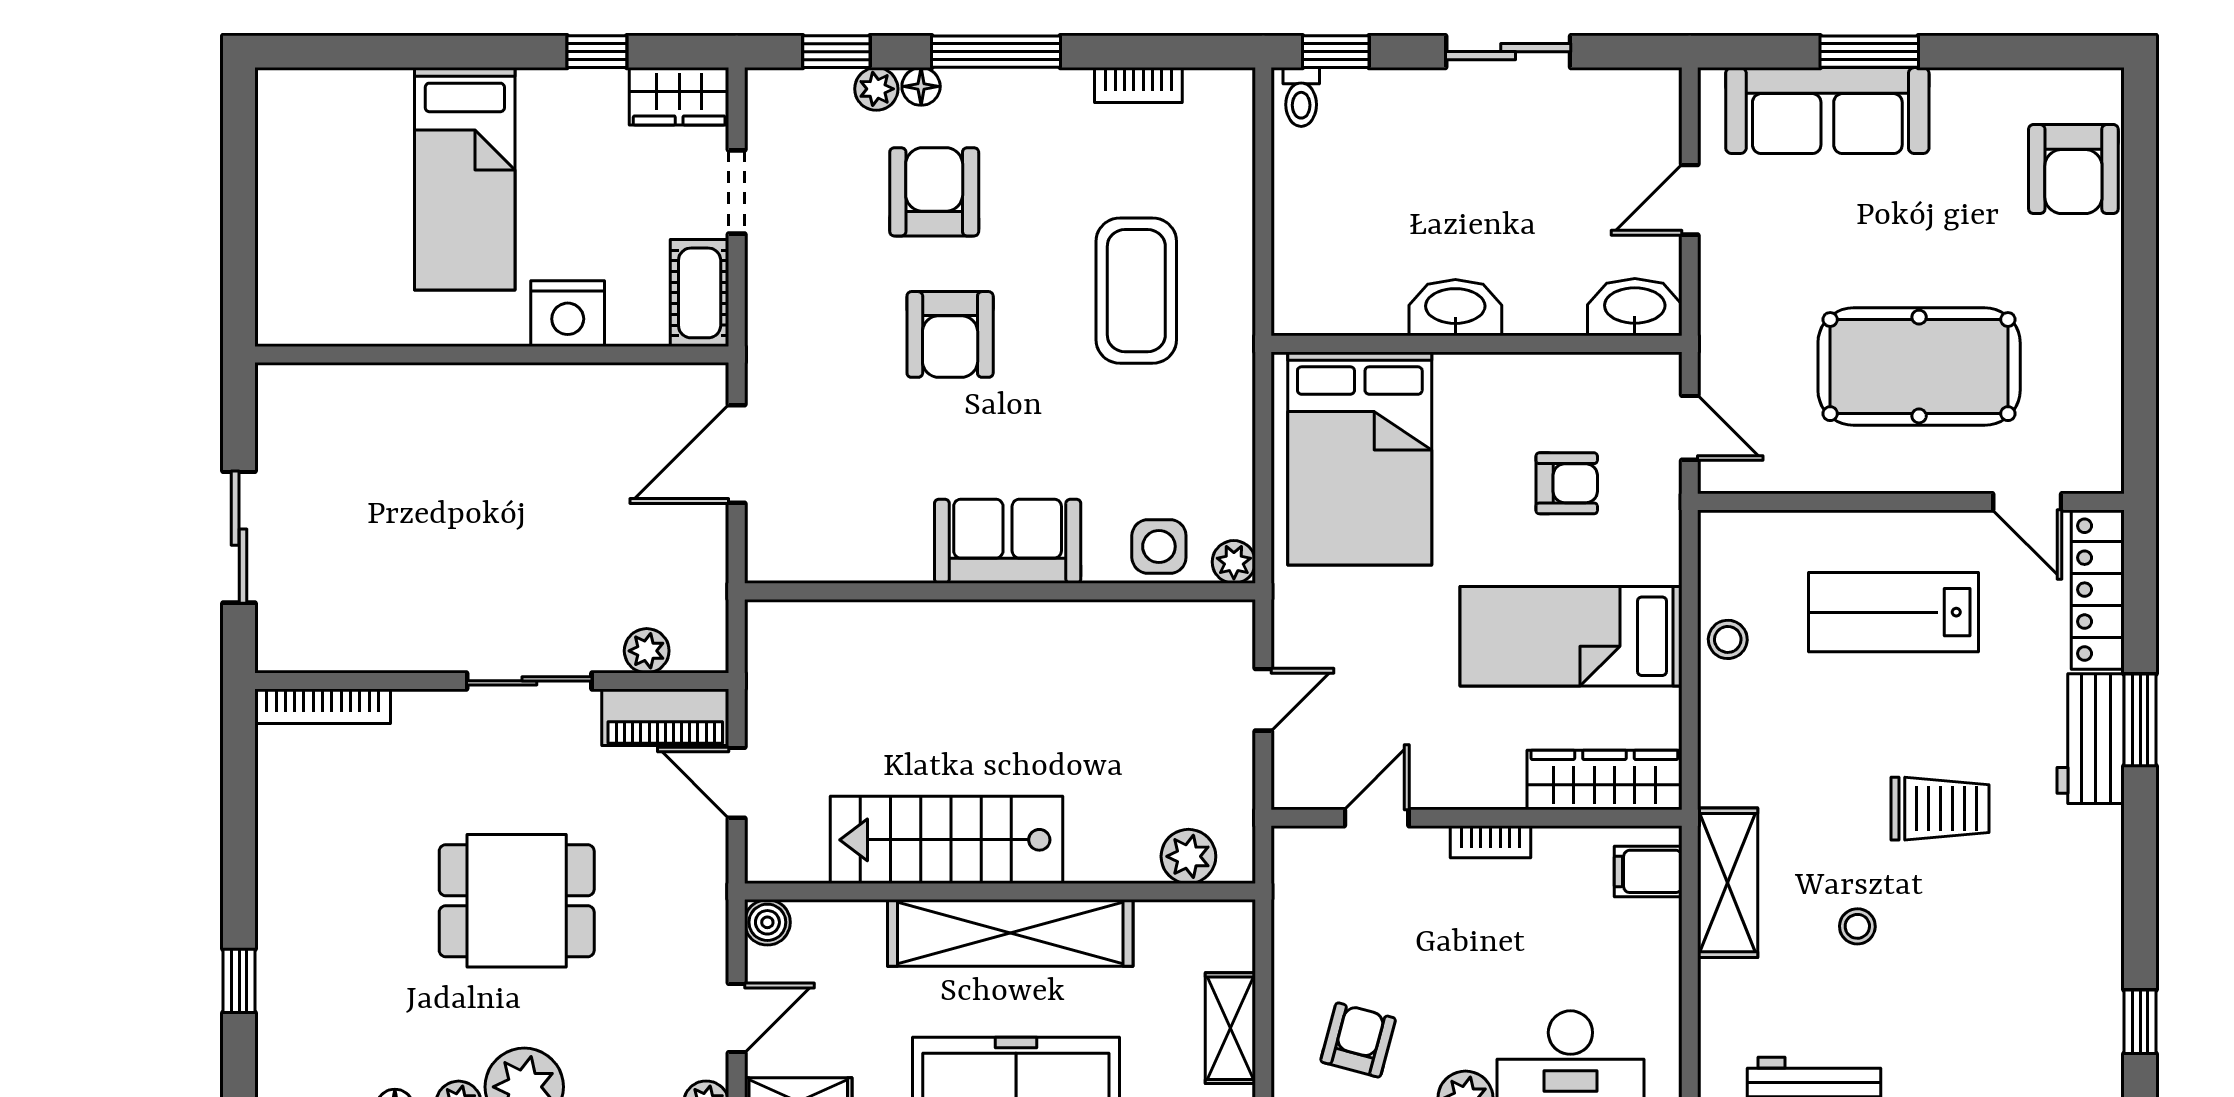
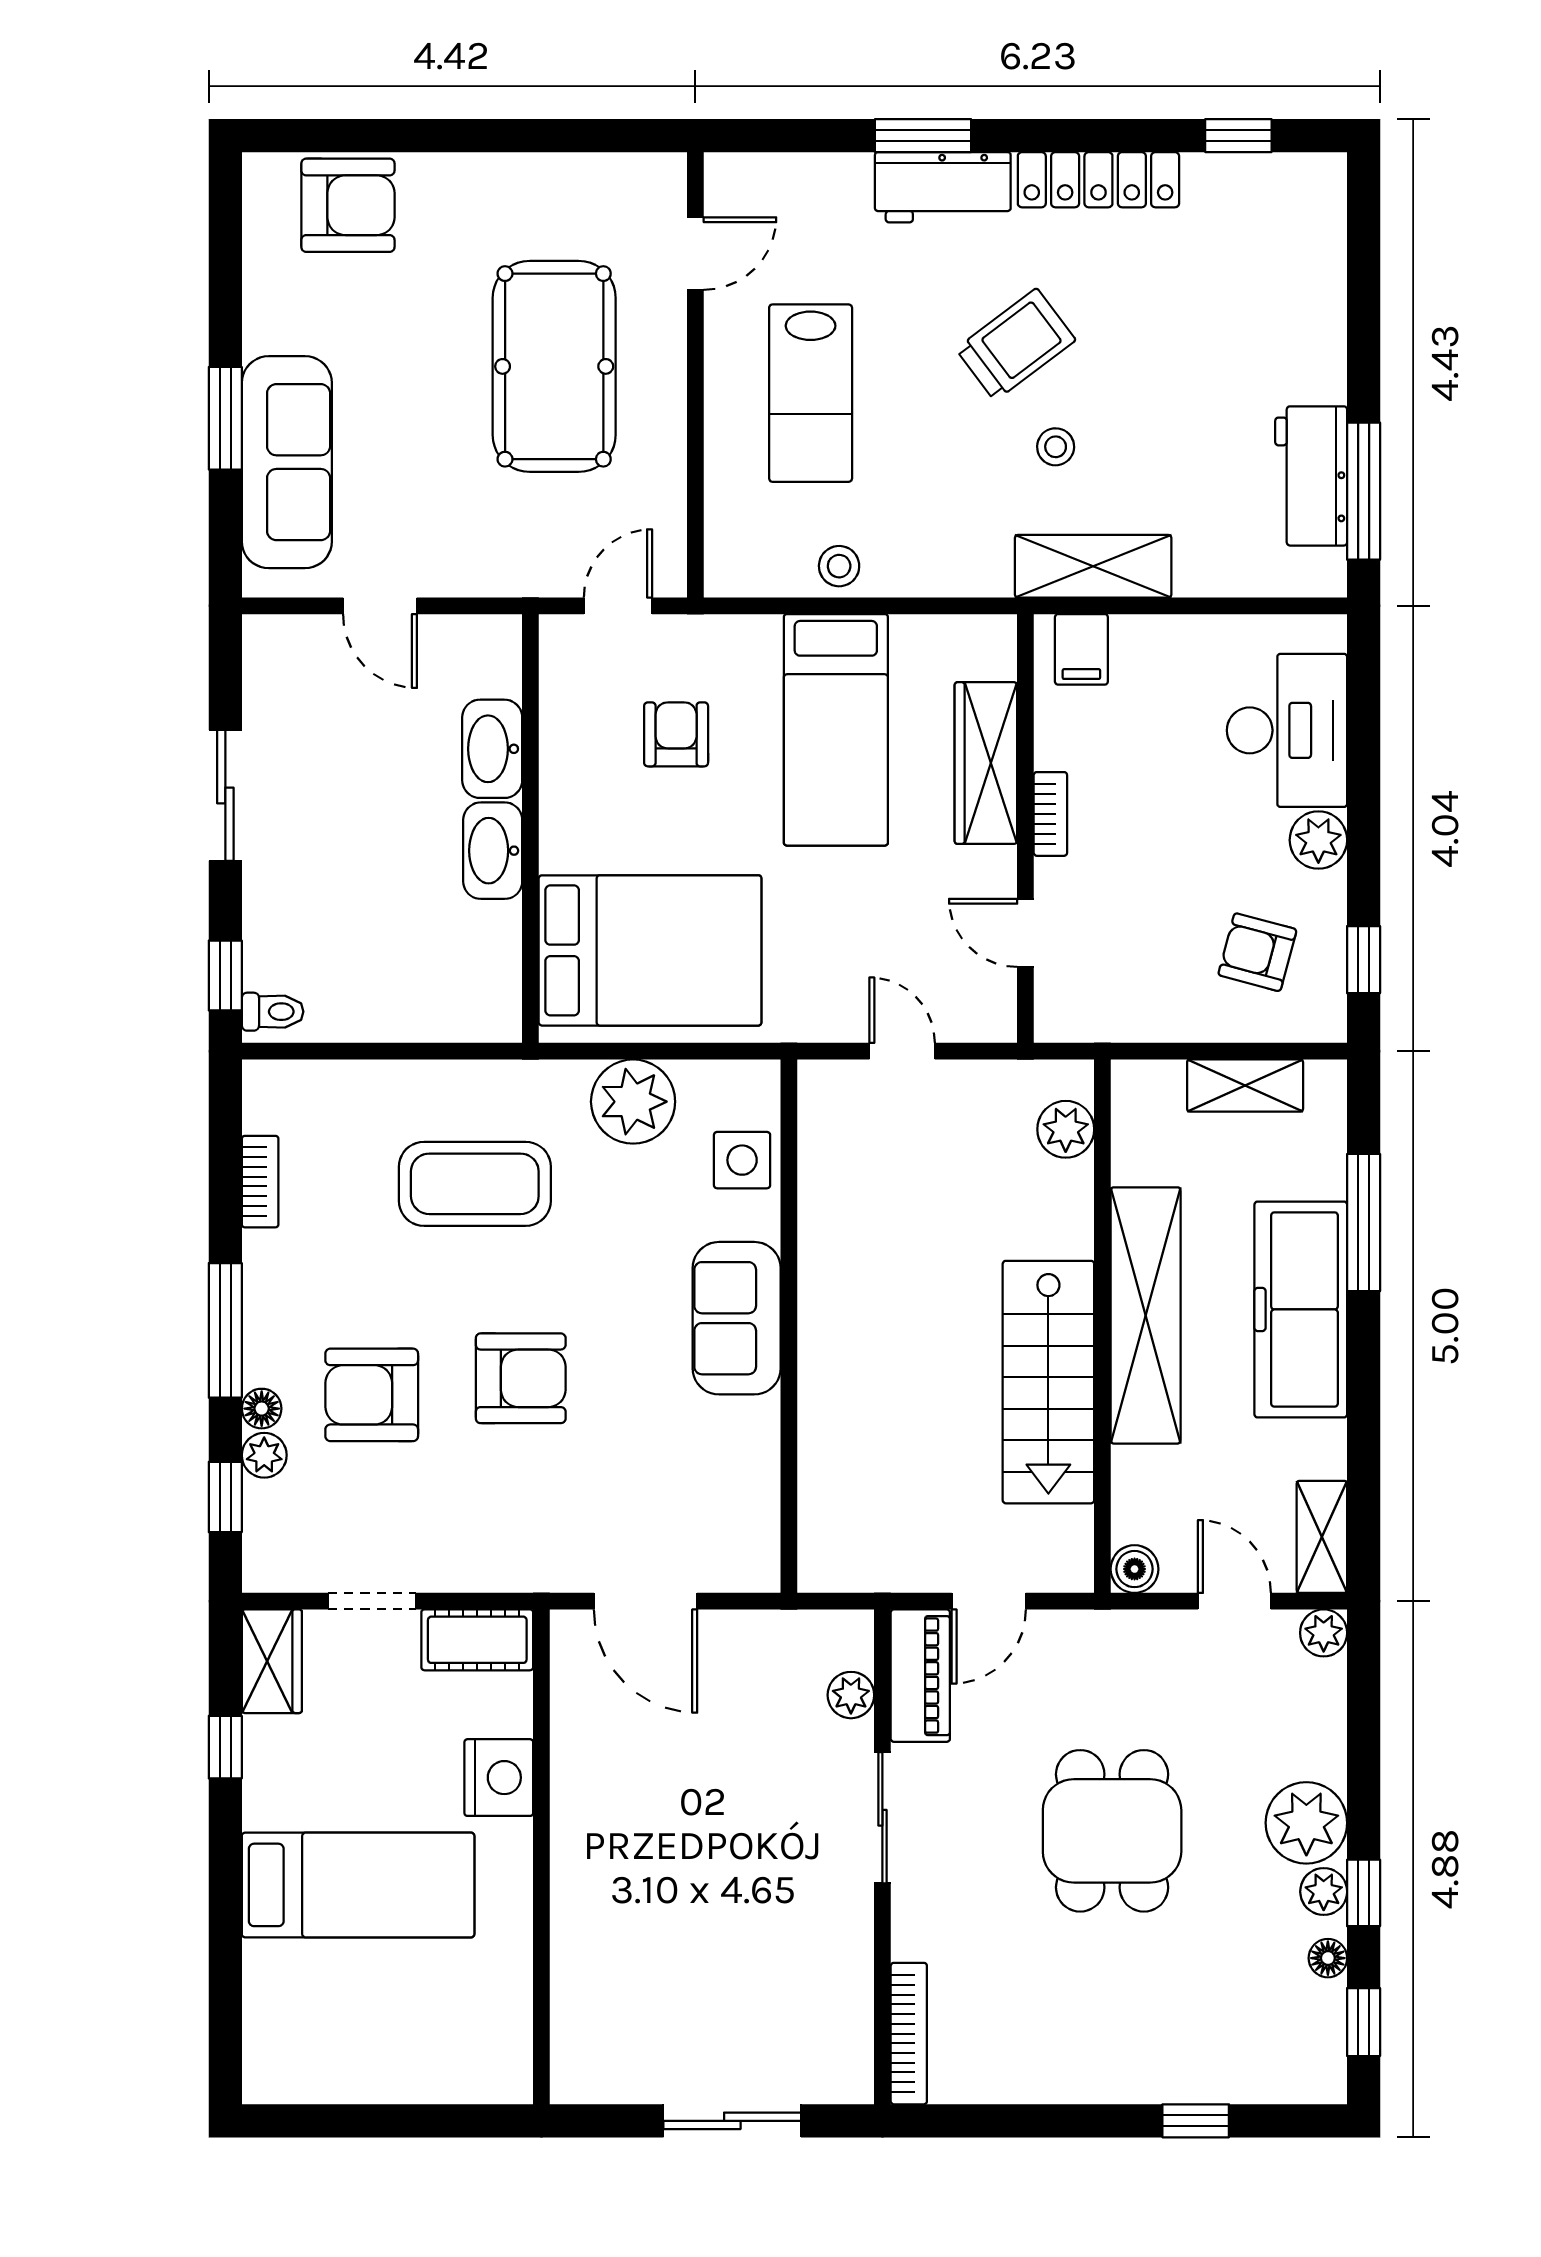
washbasin: (1635, 307) -> (492, 749), moved
plant: (1234, 562) -> (633, 1102), moved, width x1.88, depth x1.88
locker: (2098, 590) -> (1098, 180), moved
wardrobe: (1604, 780) -> (986, 763), moved
trolley: (1940, 809) -> (1016, 345), turned 53
stool: (1857, 926) -> (1056, 447), moved

